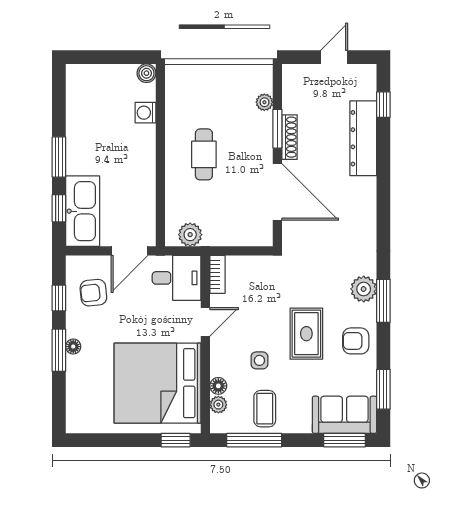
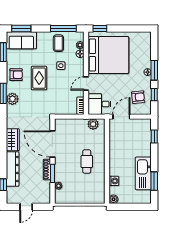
window: (59, 157) -> (154, 181), moved
wardrobe: (363, 201) -> (13, 140), added
kitchen sink: (83, 211) -> (143, 173), moved

